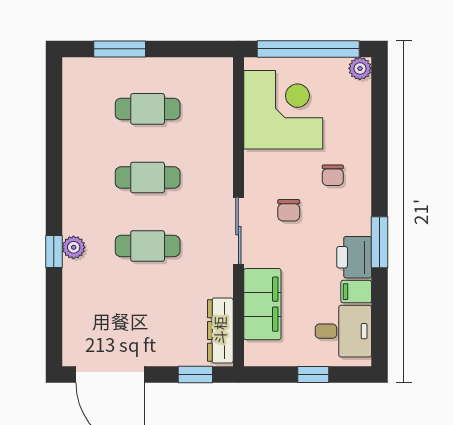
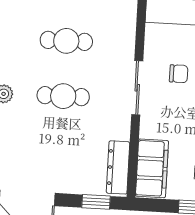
chair: (289, 210) -> (179, 74), turned -90
filing cabinet: (262, 304) -> (152, 168), moved

